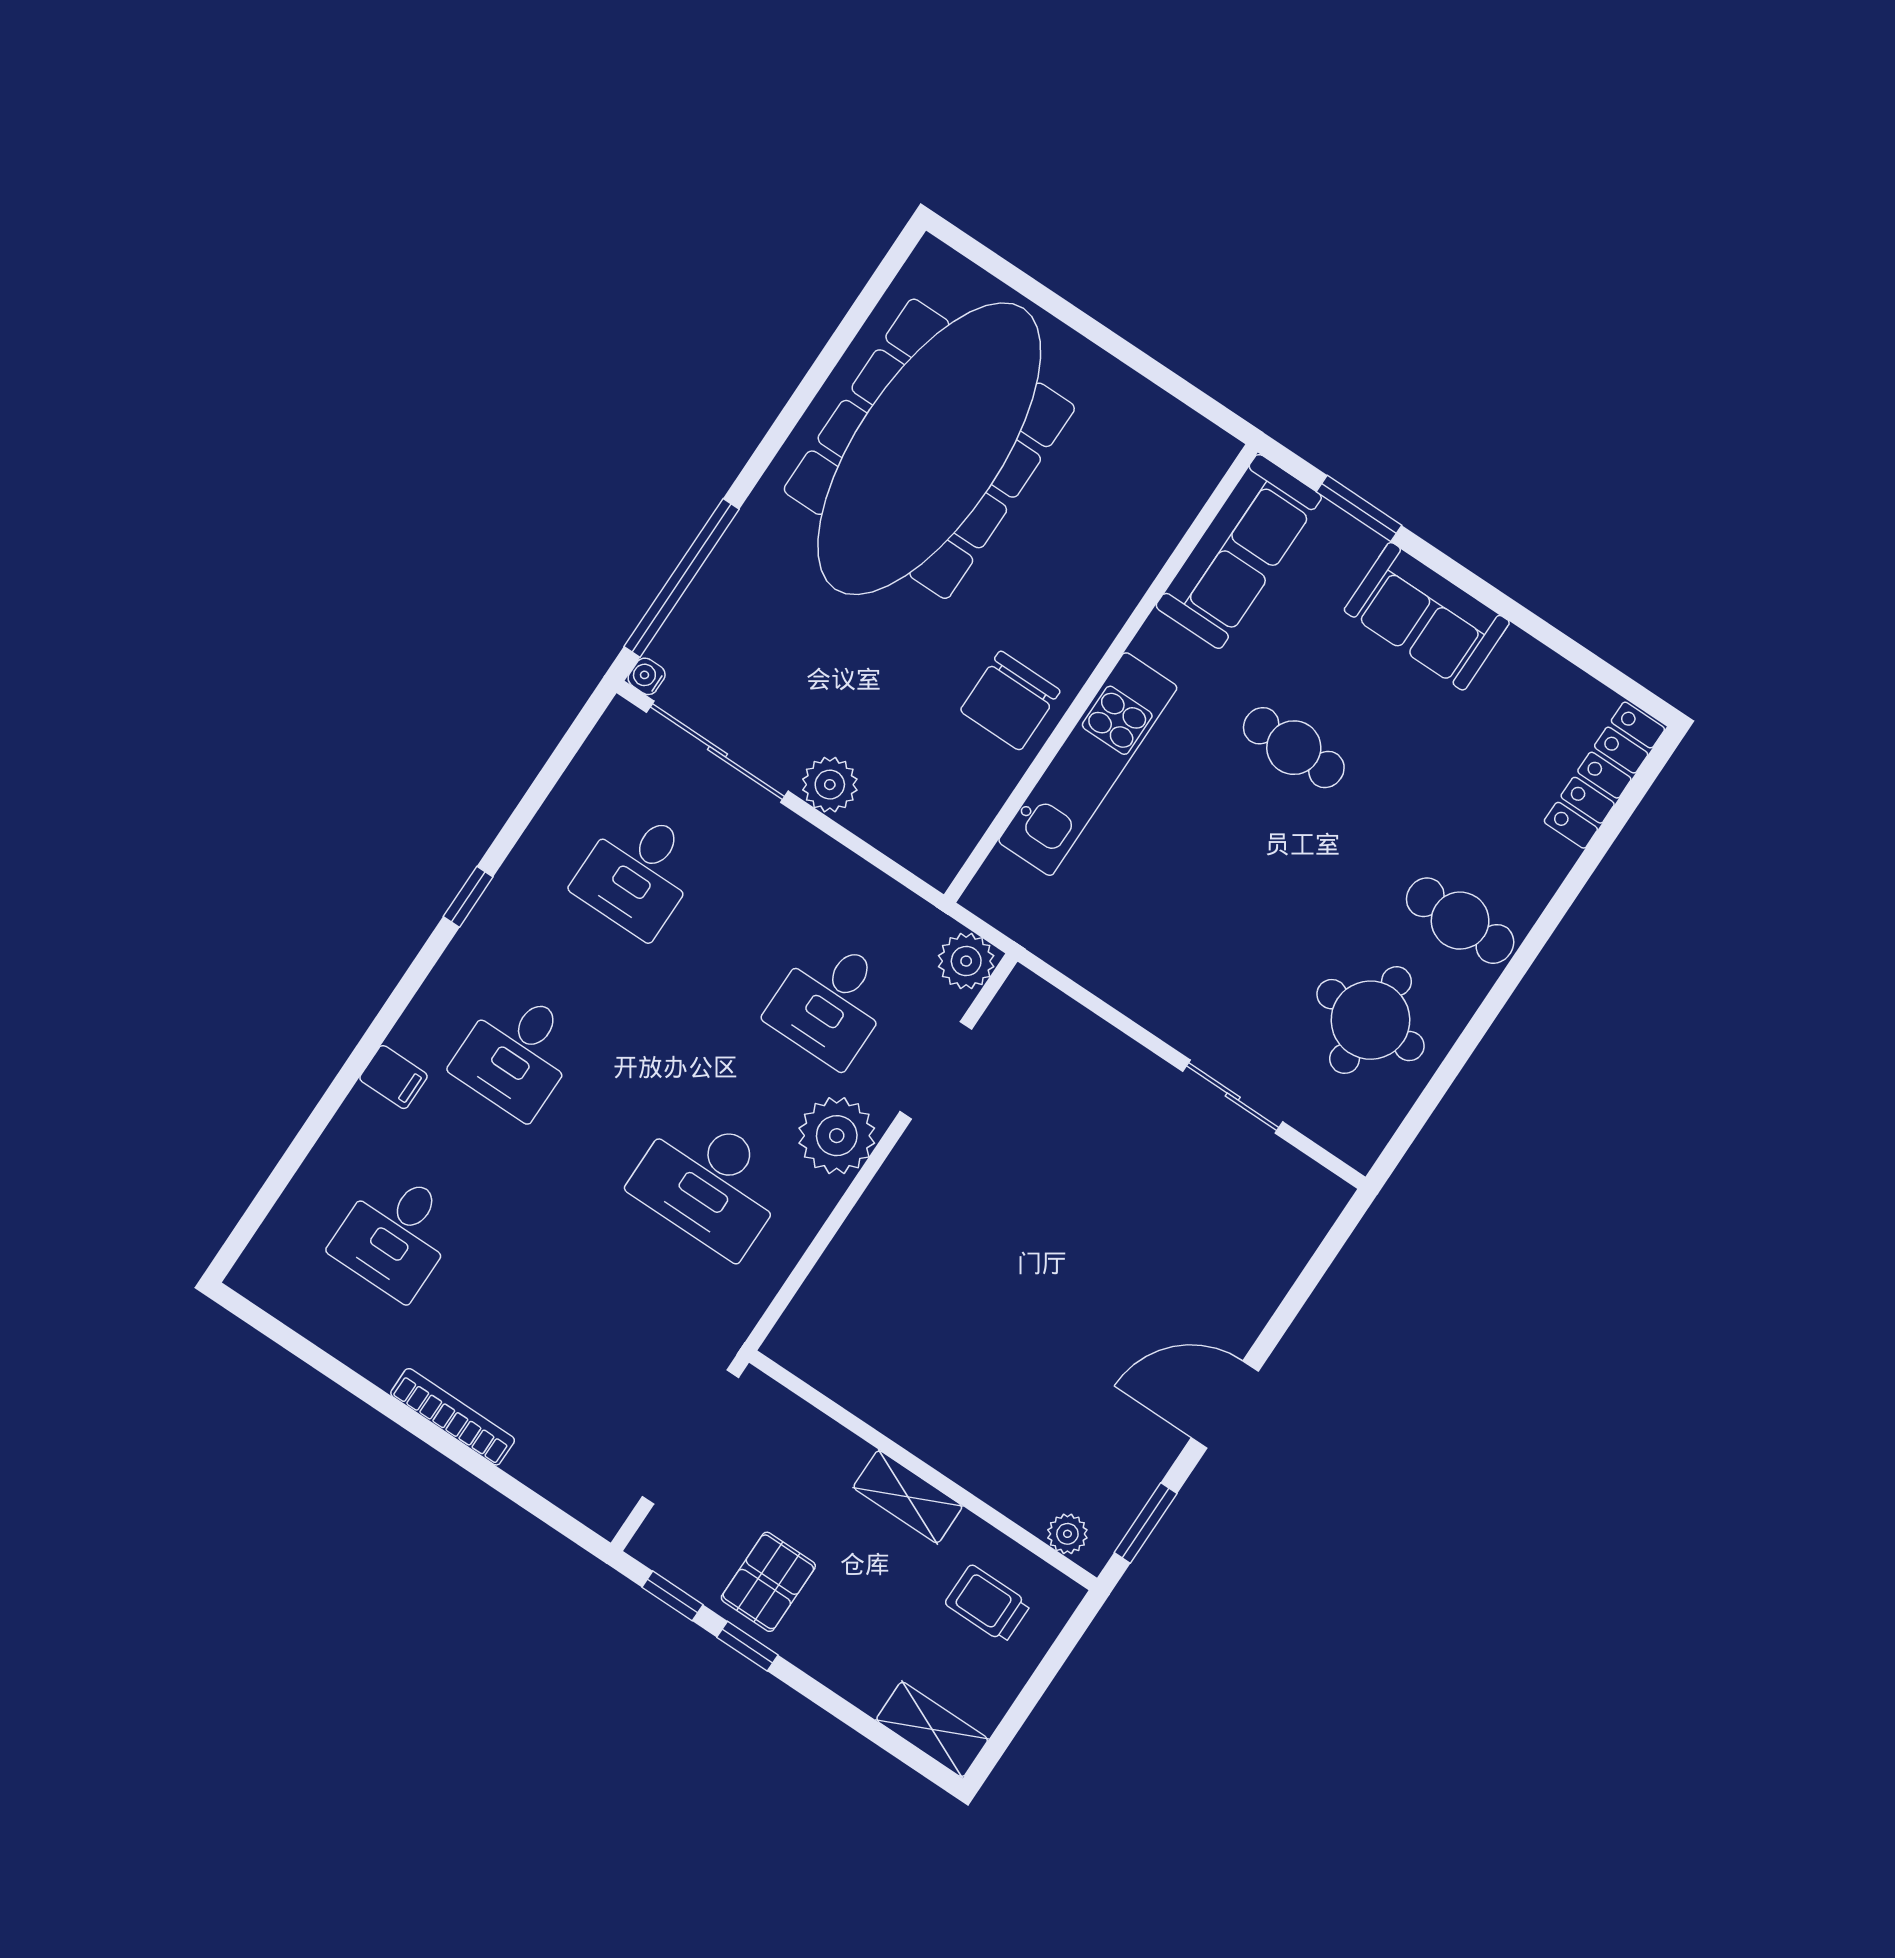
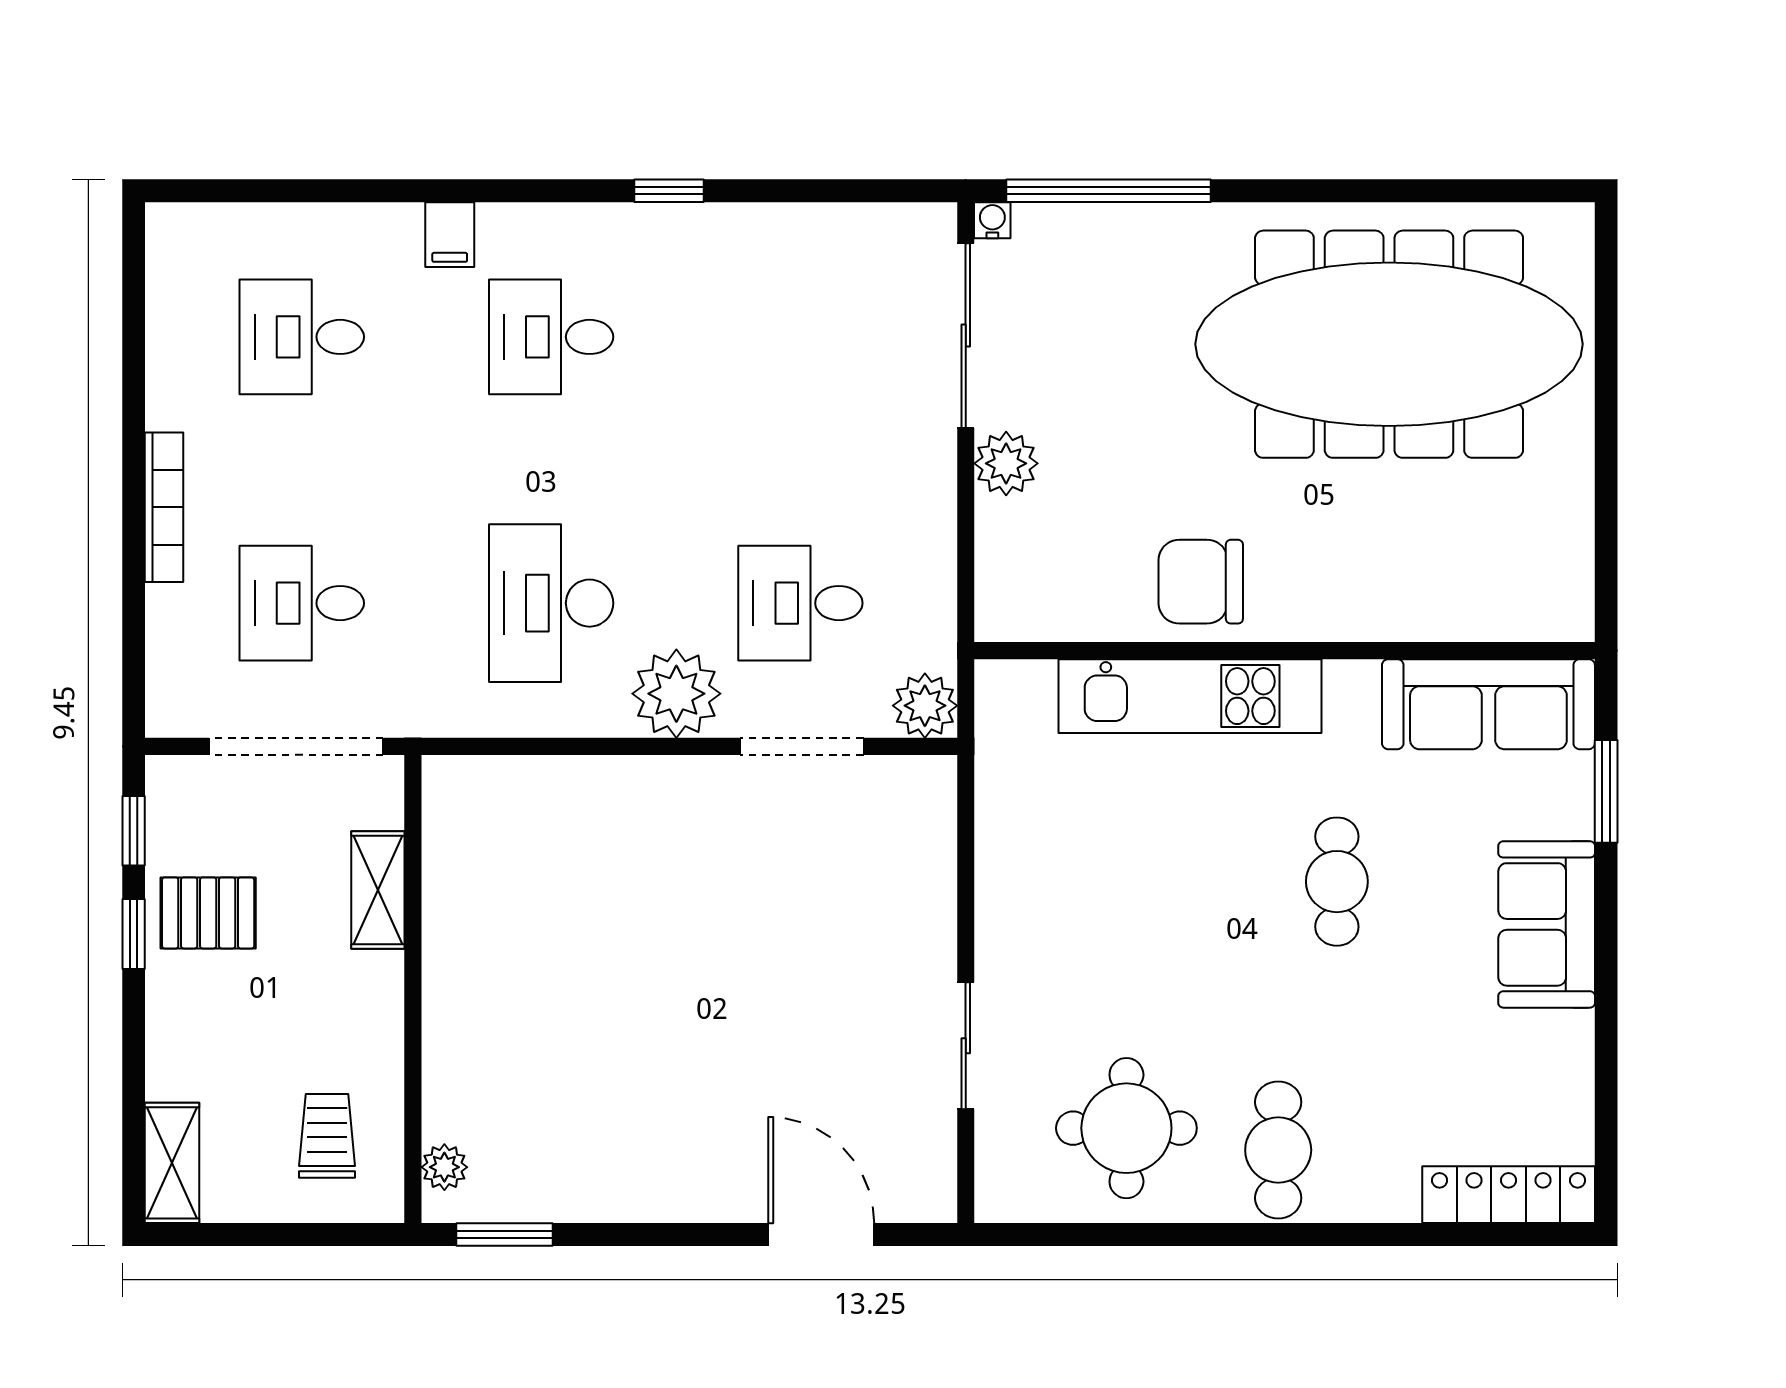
desk: (638, 872) -> (302, 603), moved
door: (1225, 1404) -> (821, 1234), moved
shelving: (908, 1497) -> (378, 890), moved

